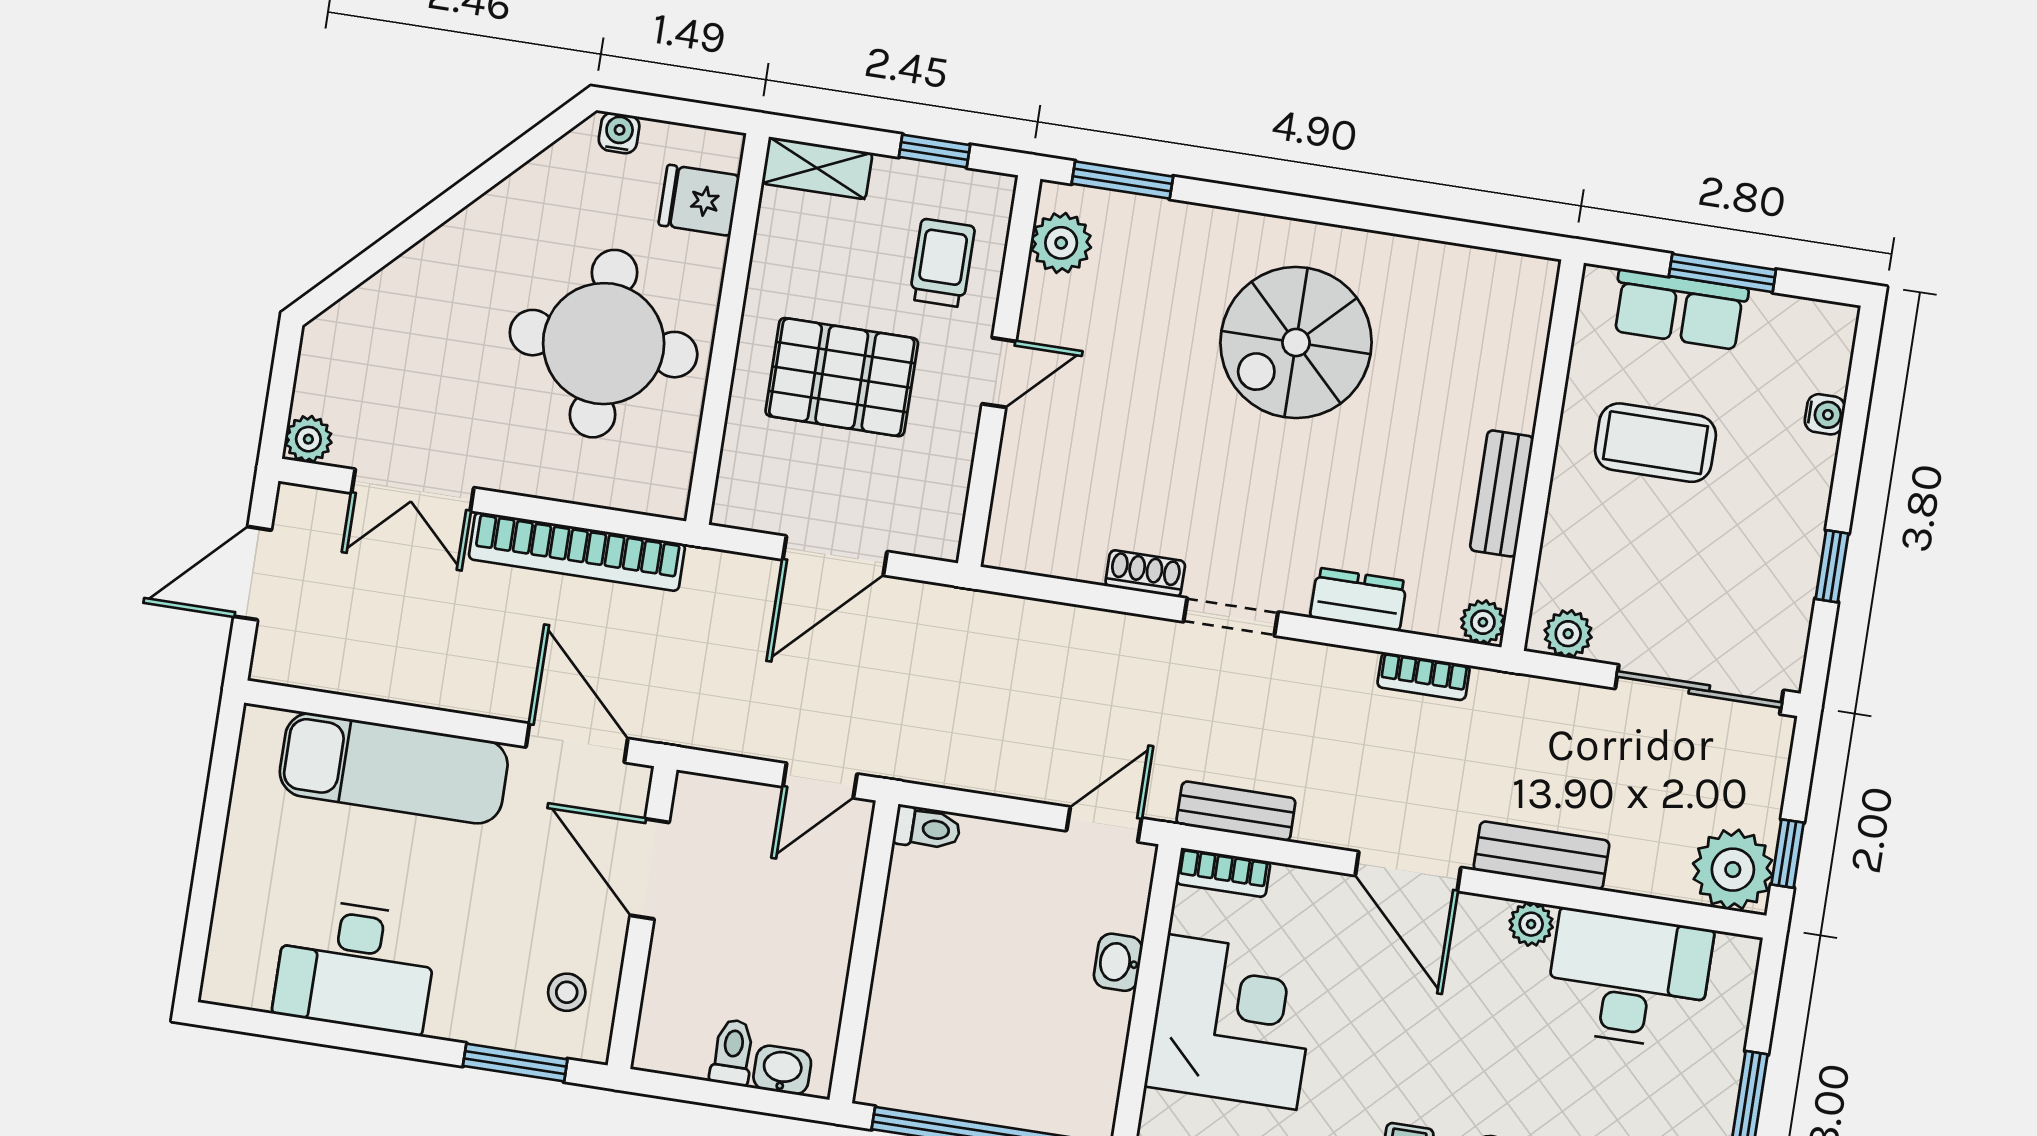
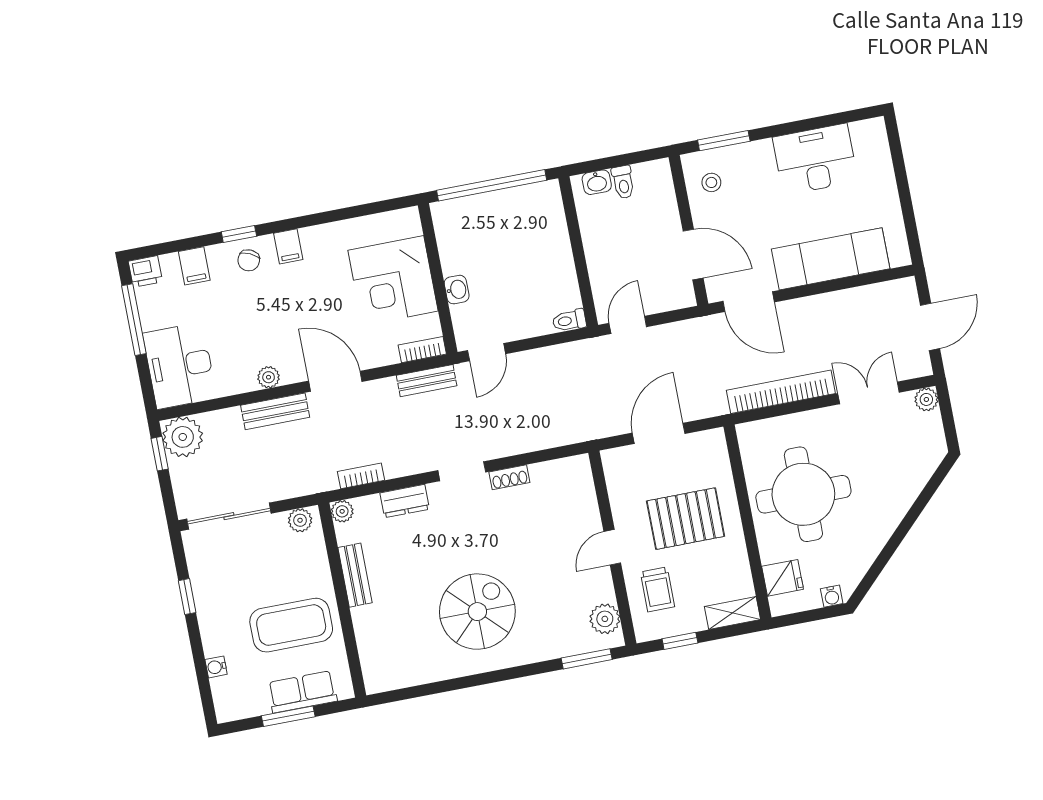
coffee table: (1655, 443) -> (291, 625), width x1.36, depth x1.32
desk: (1628, 979) -> (180, 366), moved, turned 90

